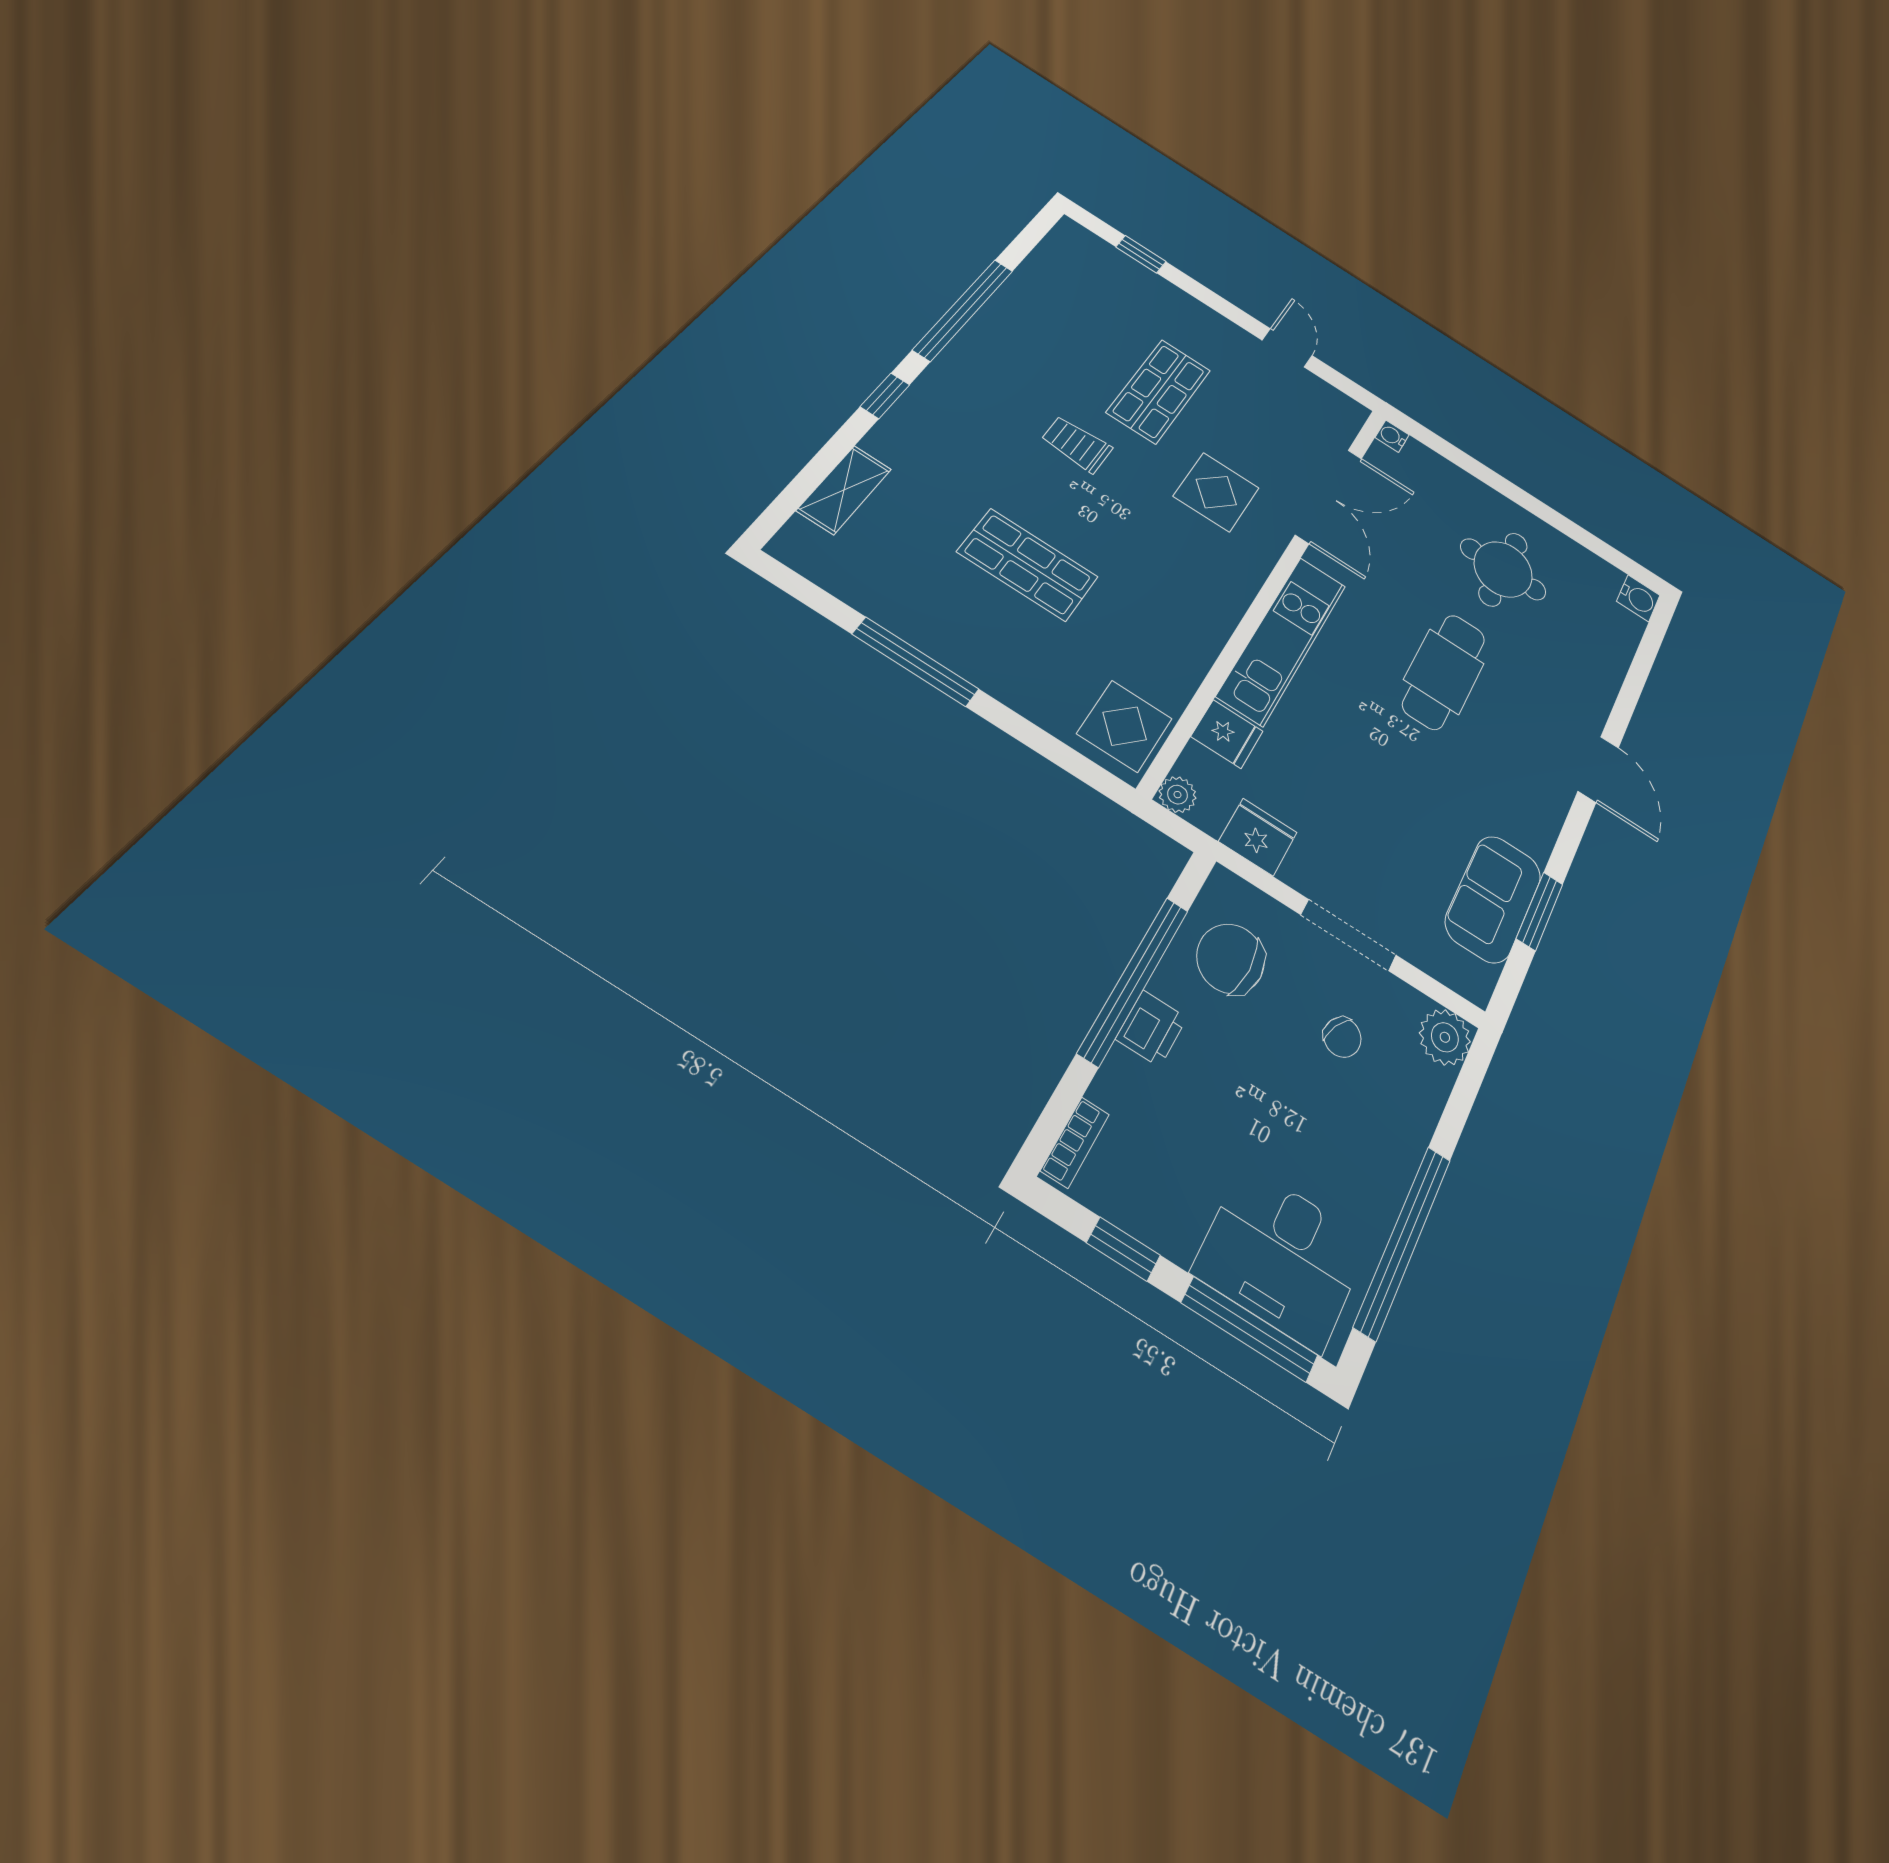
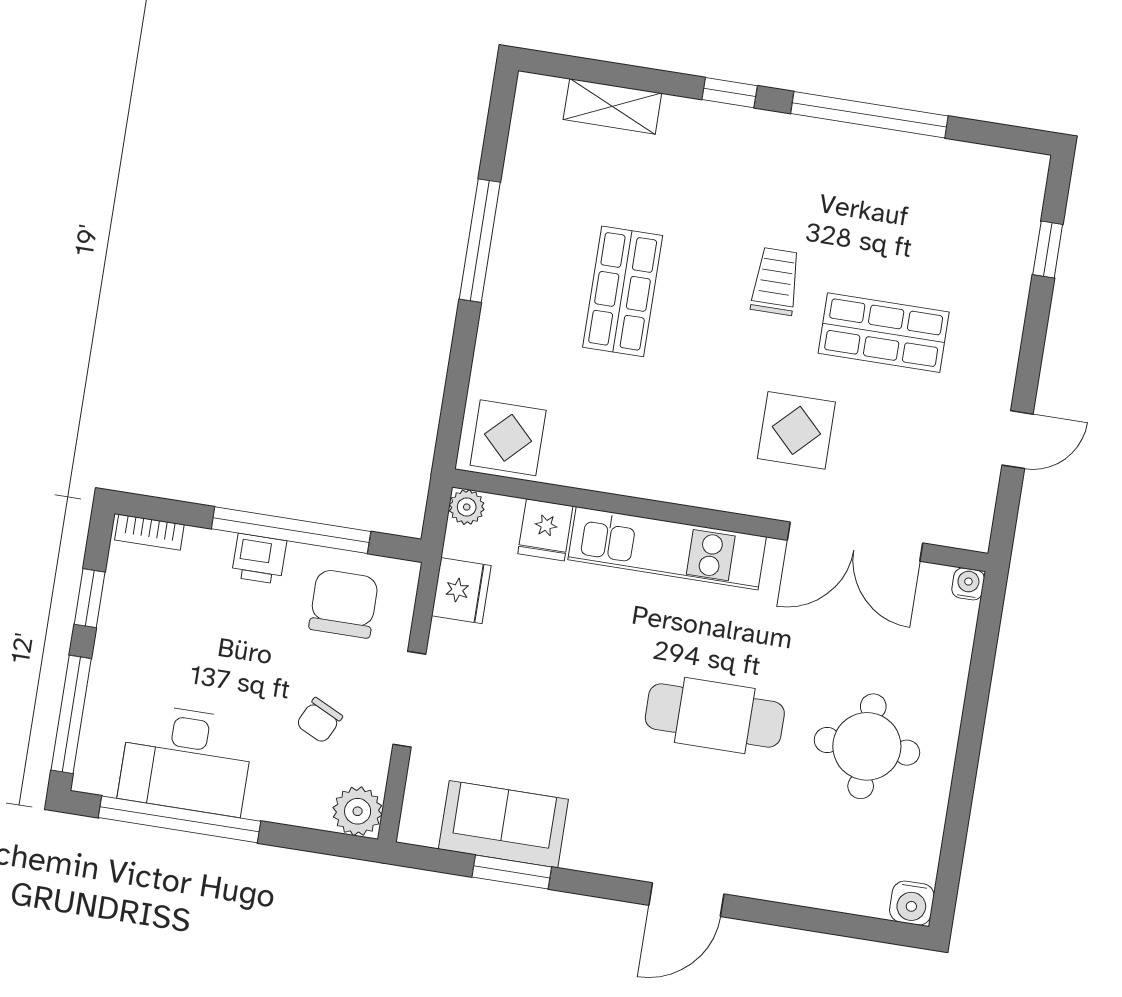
desk: (1282, 1257) -> (186, 760), moved, turned -90

